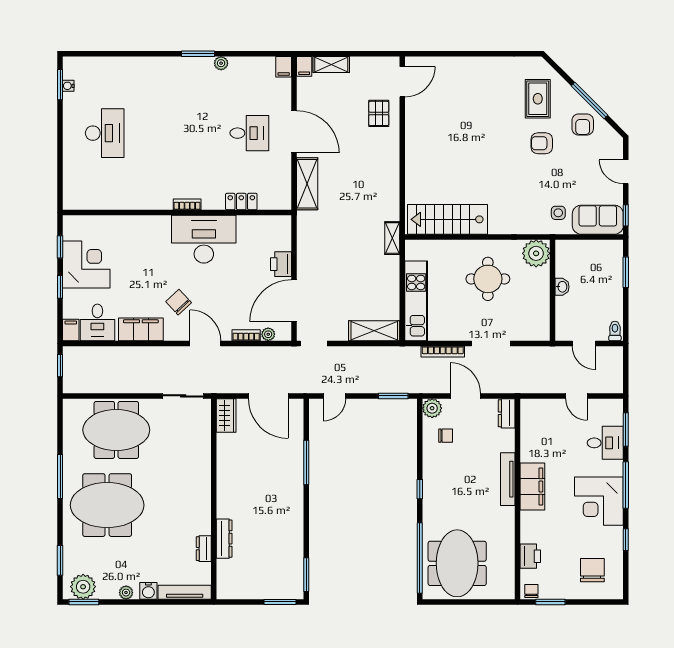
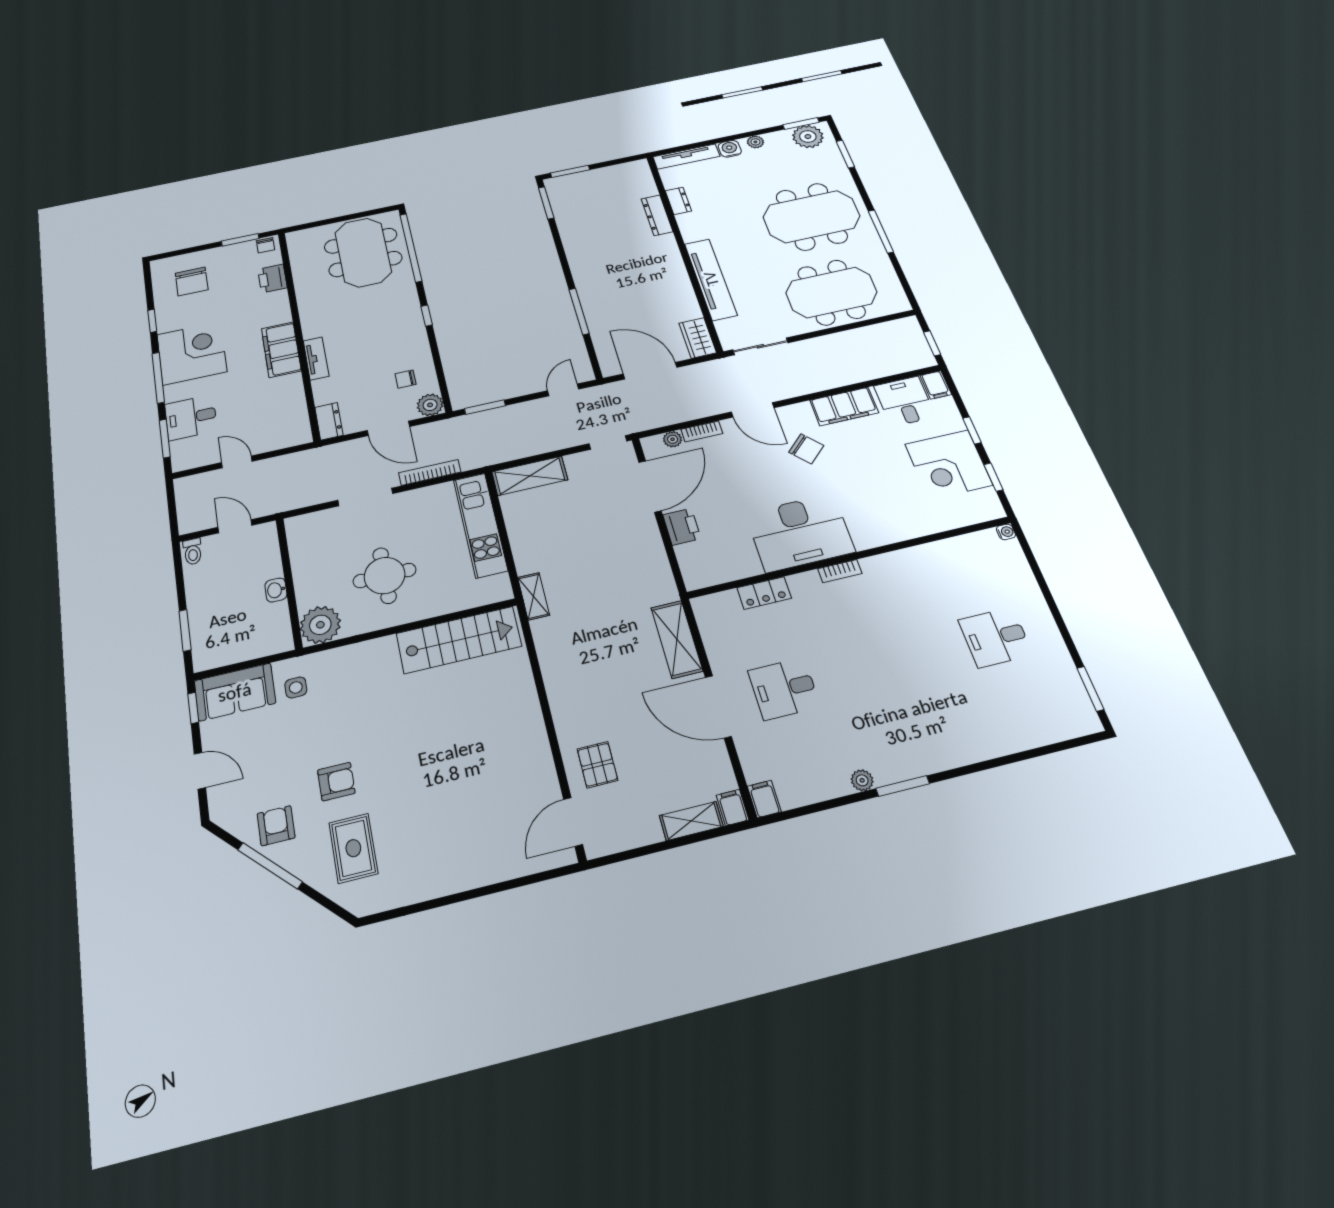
water cooler: (68, 86) -> (1006, 532), moved
desk: (105, 133) -> (996, 637), width x0.73
tv unit: (201, 466) -> (711, 279), added
tv unit: (508, 479) -> (316, 358), width x0.71

